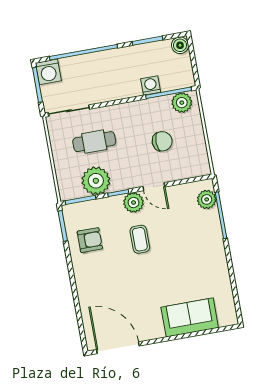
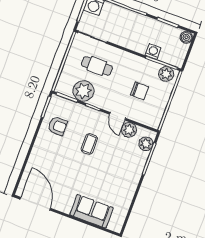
plant: (134, 203) -> (129, 130), moved

